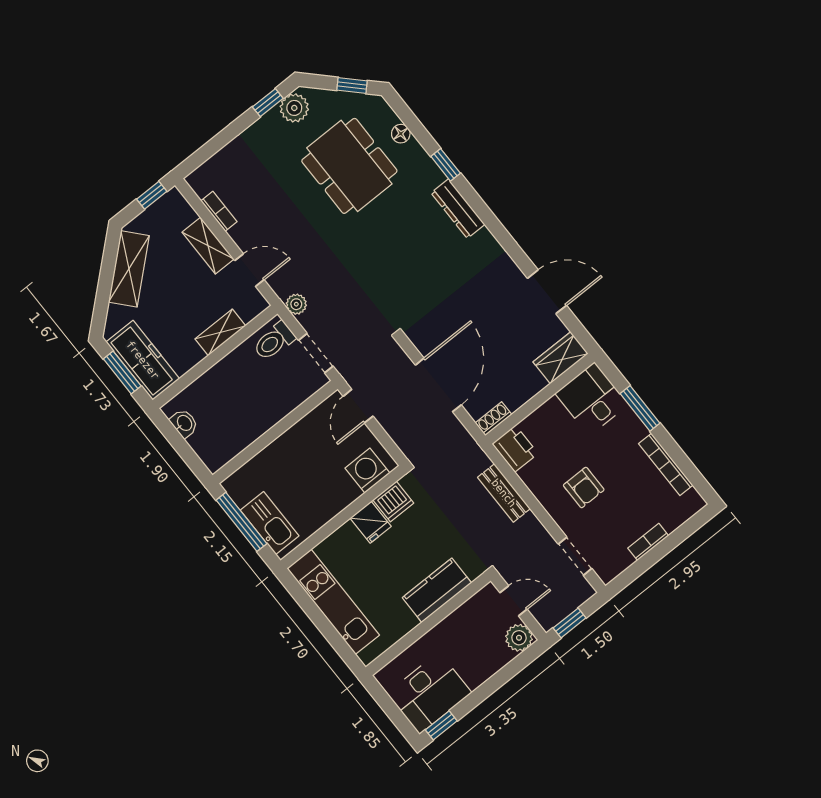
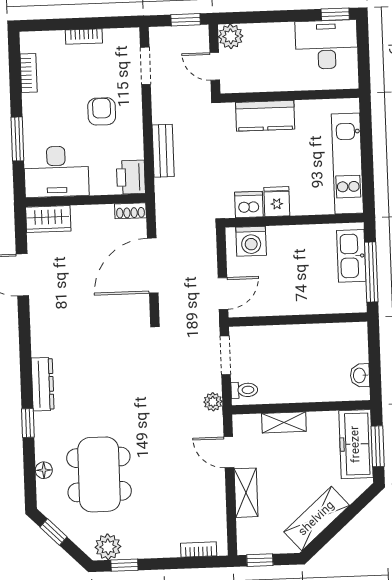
bookcase: (219, 211) -> (199, 550), moved, turned 90
toilet: (274, 341) -> (244, 390), width x0.73, depth x0.72
desk: (592, 399) -> (56, 172), width x1.37
bookcase: (666, 464) -> (29, 73), width x0.64

